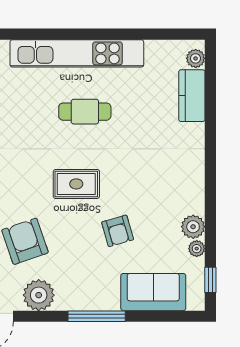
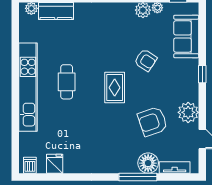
armchair: (118, 231) -> (146, 60), turned 49
window: (97, 316) -> (202, 74), width x0.46

